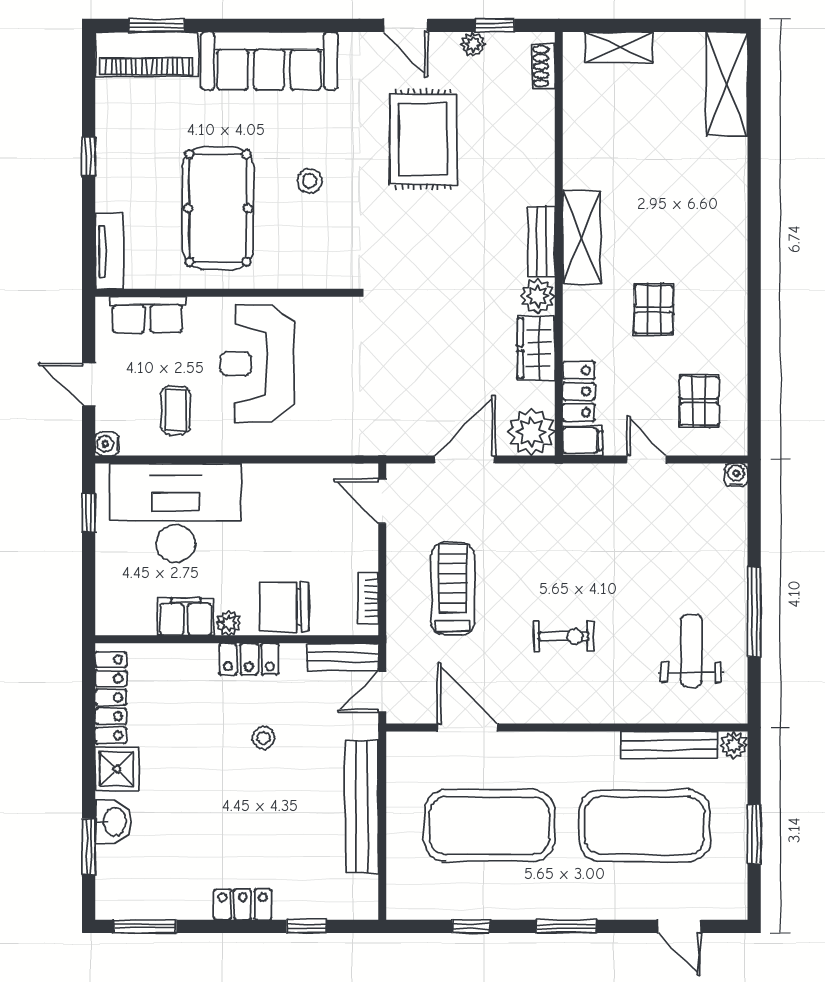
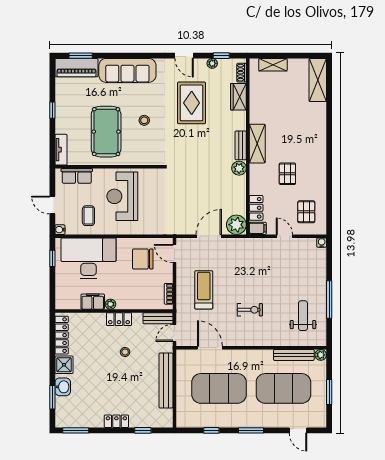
wardrobe: (536, 348) -> (238, 97), moved
chair: (284, 607) -> (143, 259), moved

